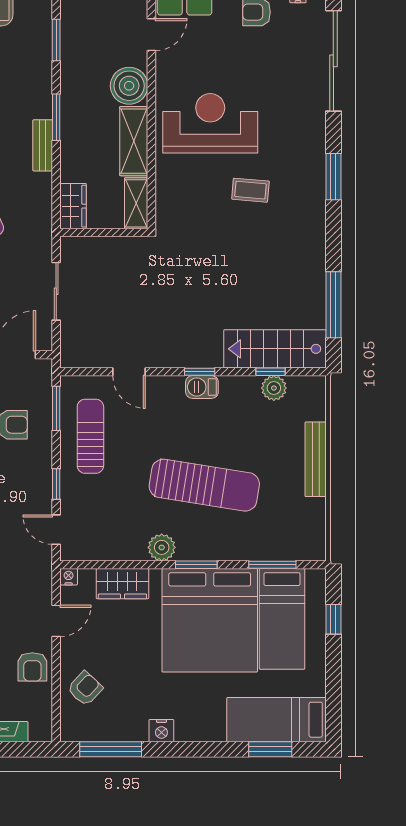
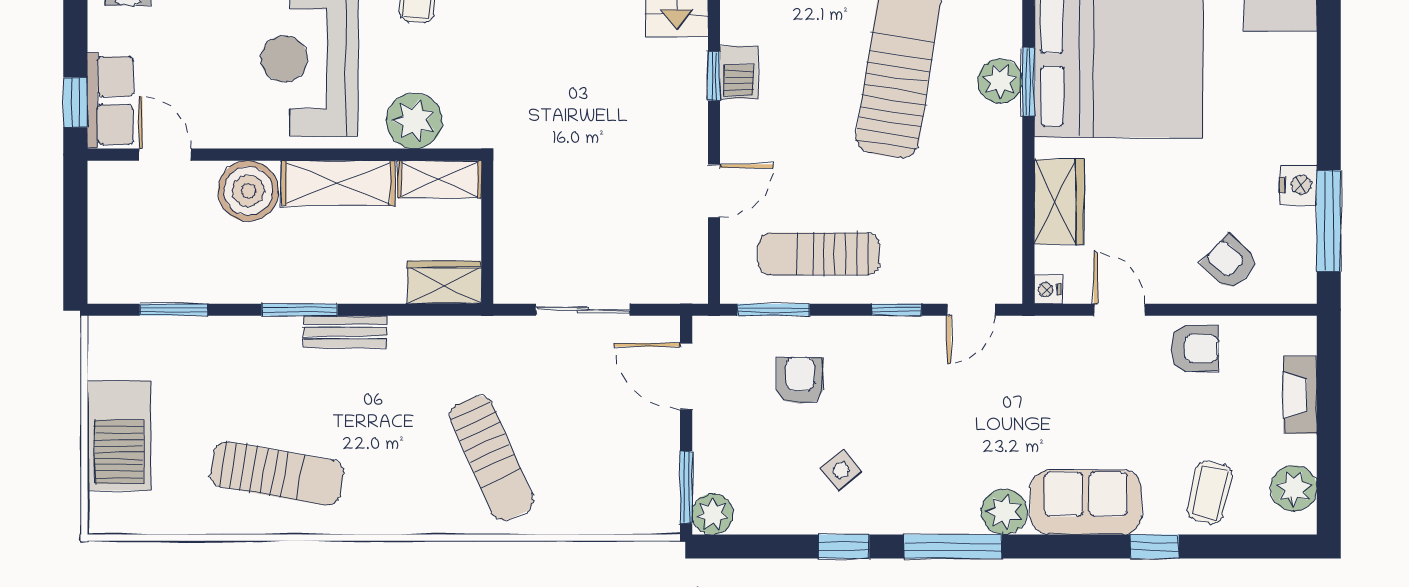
plant: (172, 188) -> (414, 121), added
plant: (162, 547) -> (1000, 81), moved
nightstand: (161, 731) -> (1298, 185), moved

